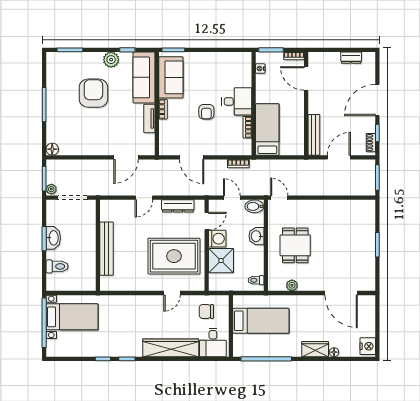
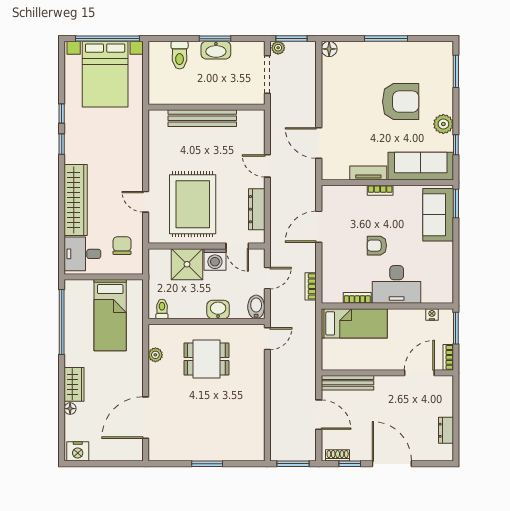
sofa: (171, 77) -> (438, 215), moved, turned 90
desk: (237, 101) -> (397, 284), width x1.37
bed with nightstands: (72, 317) -> (105, 74), width x1.36

